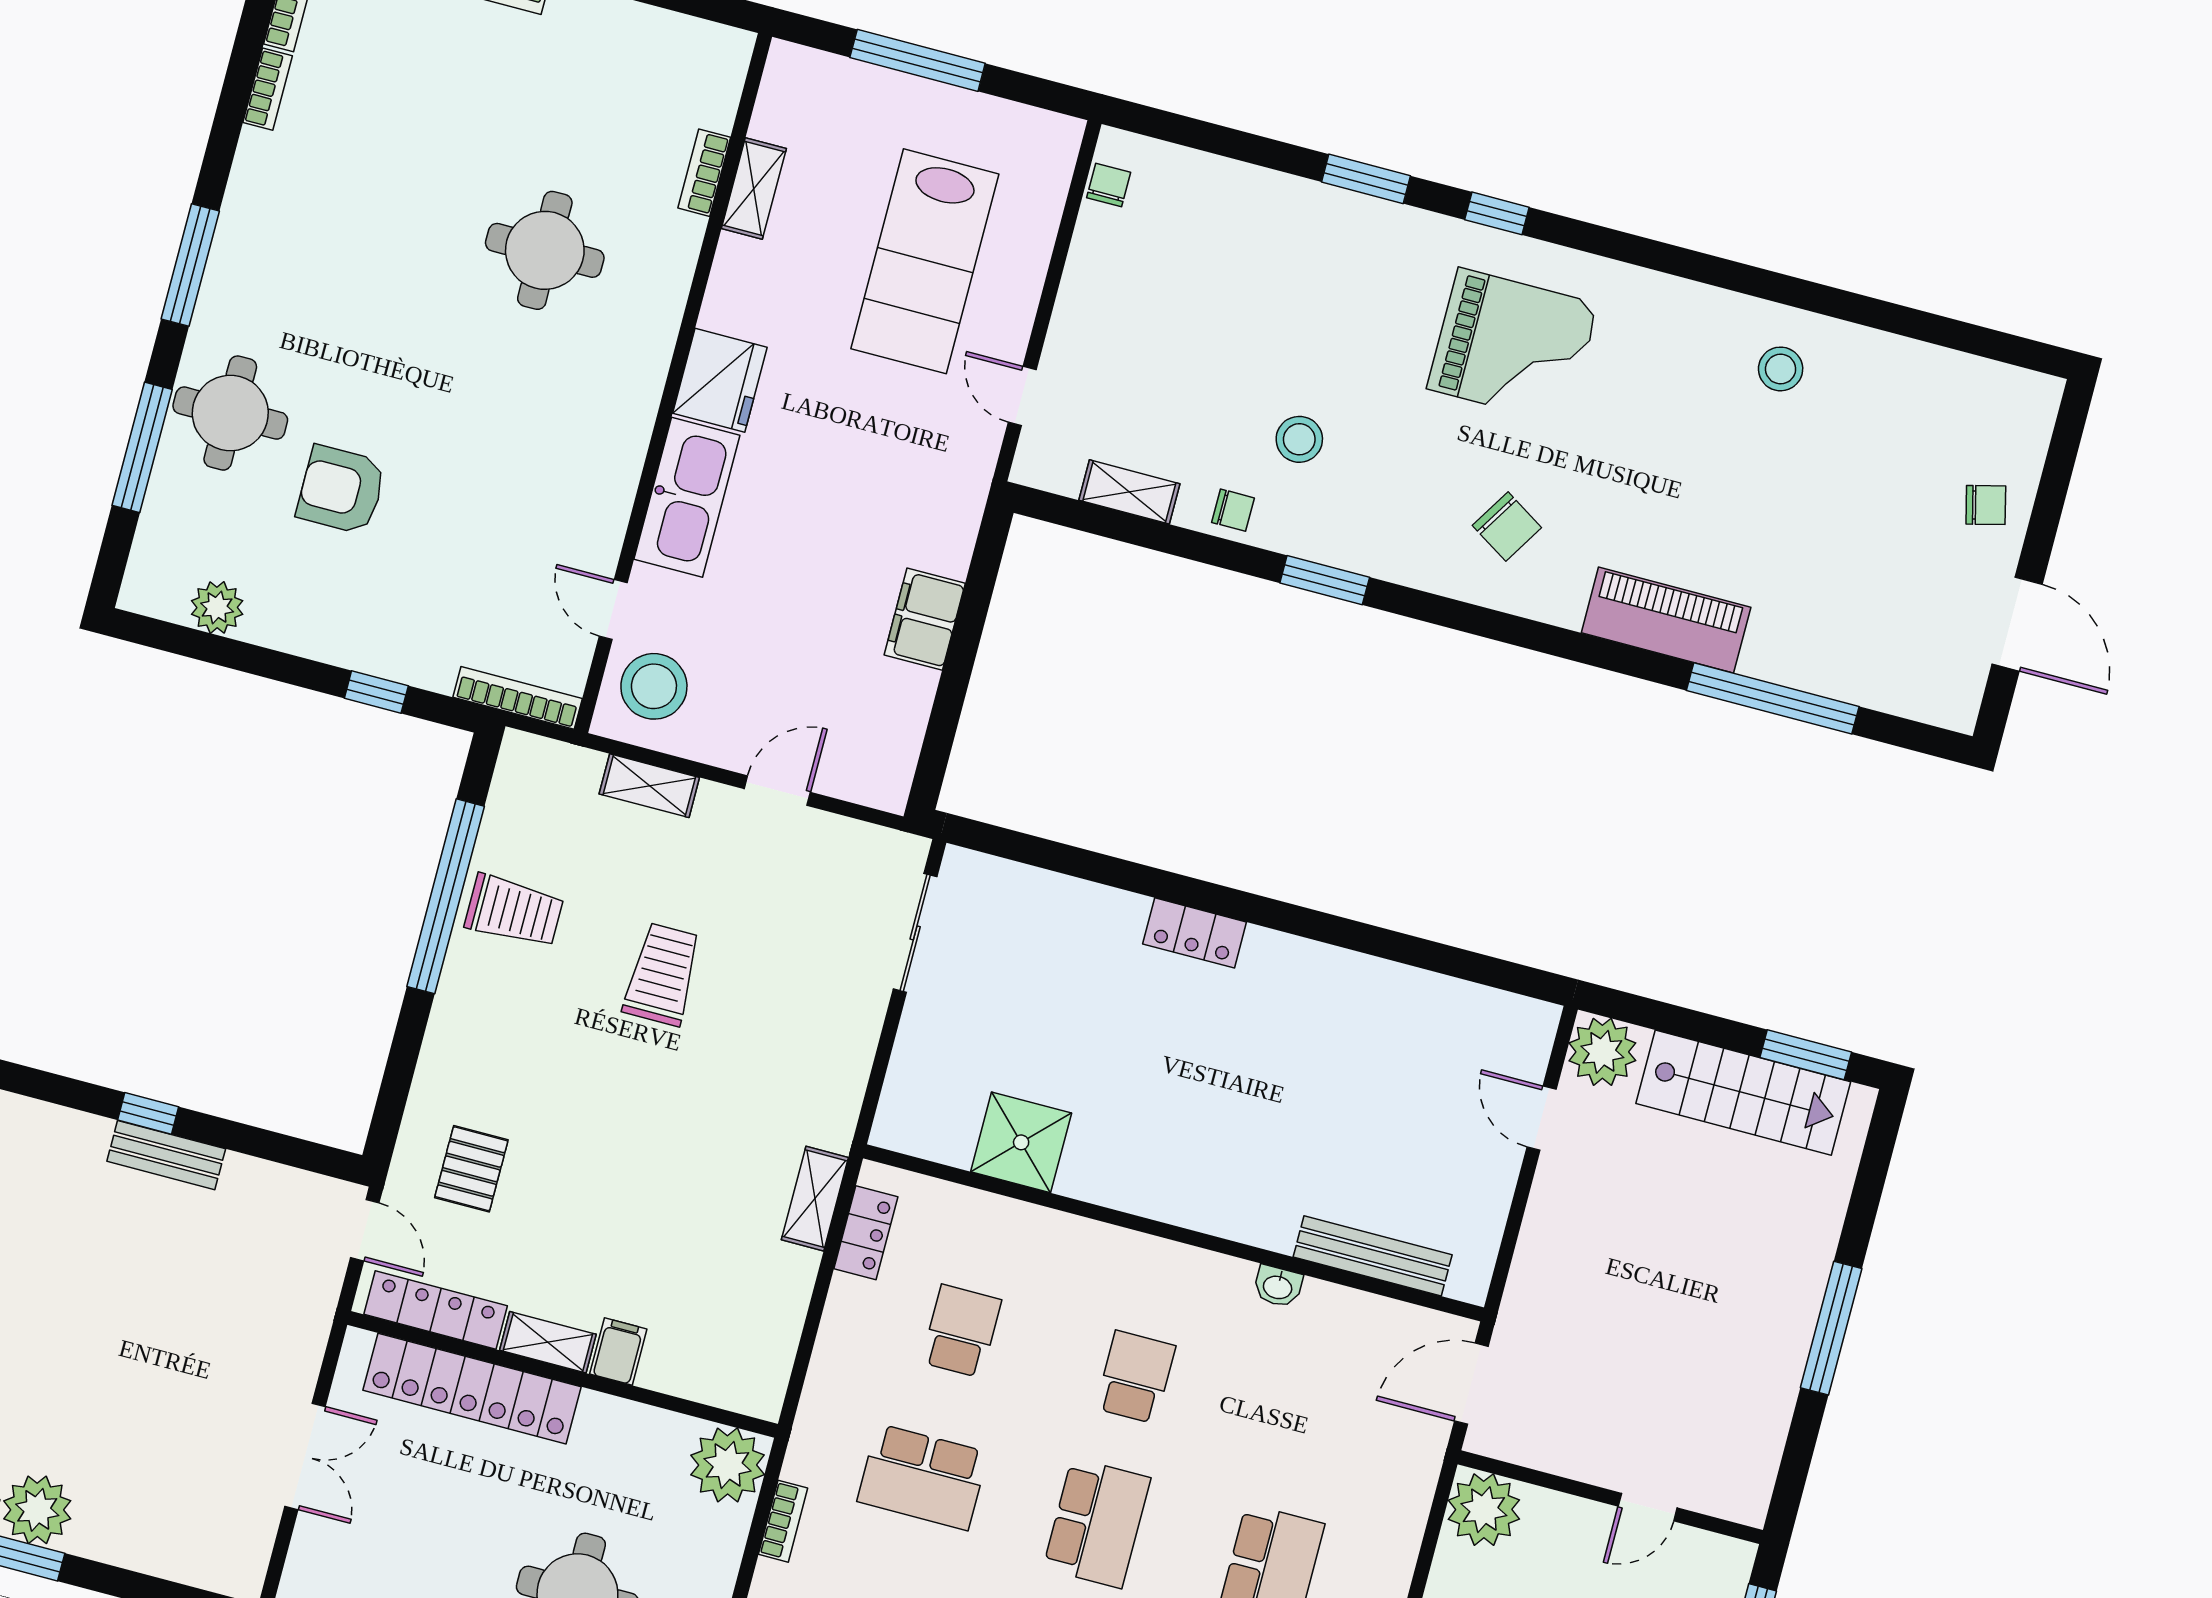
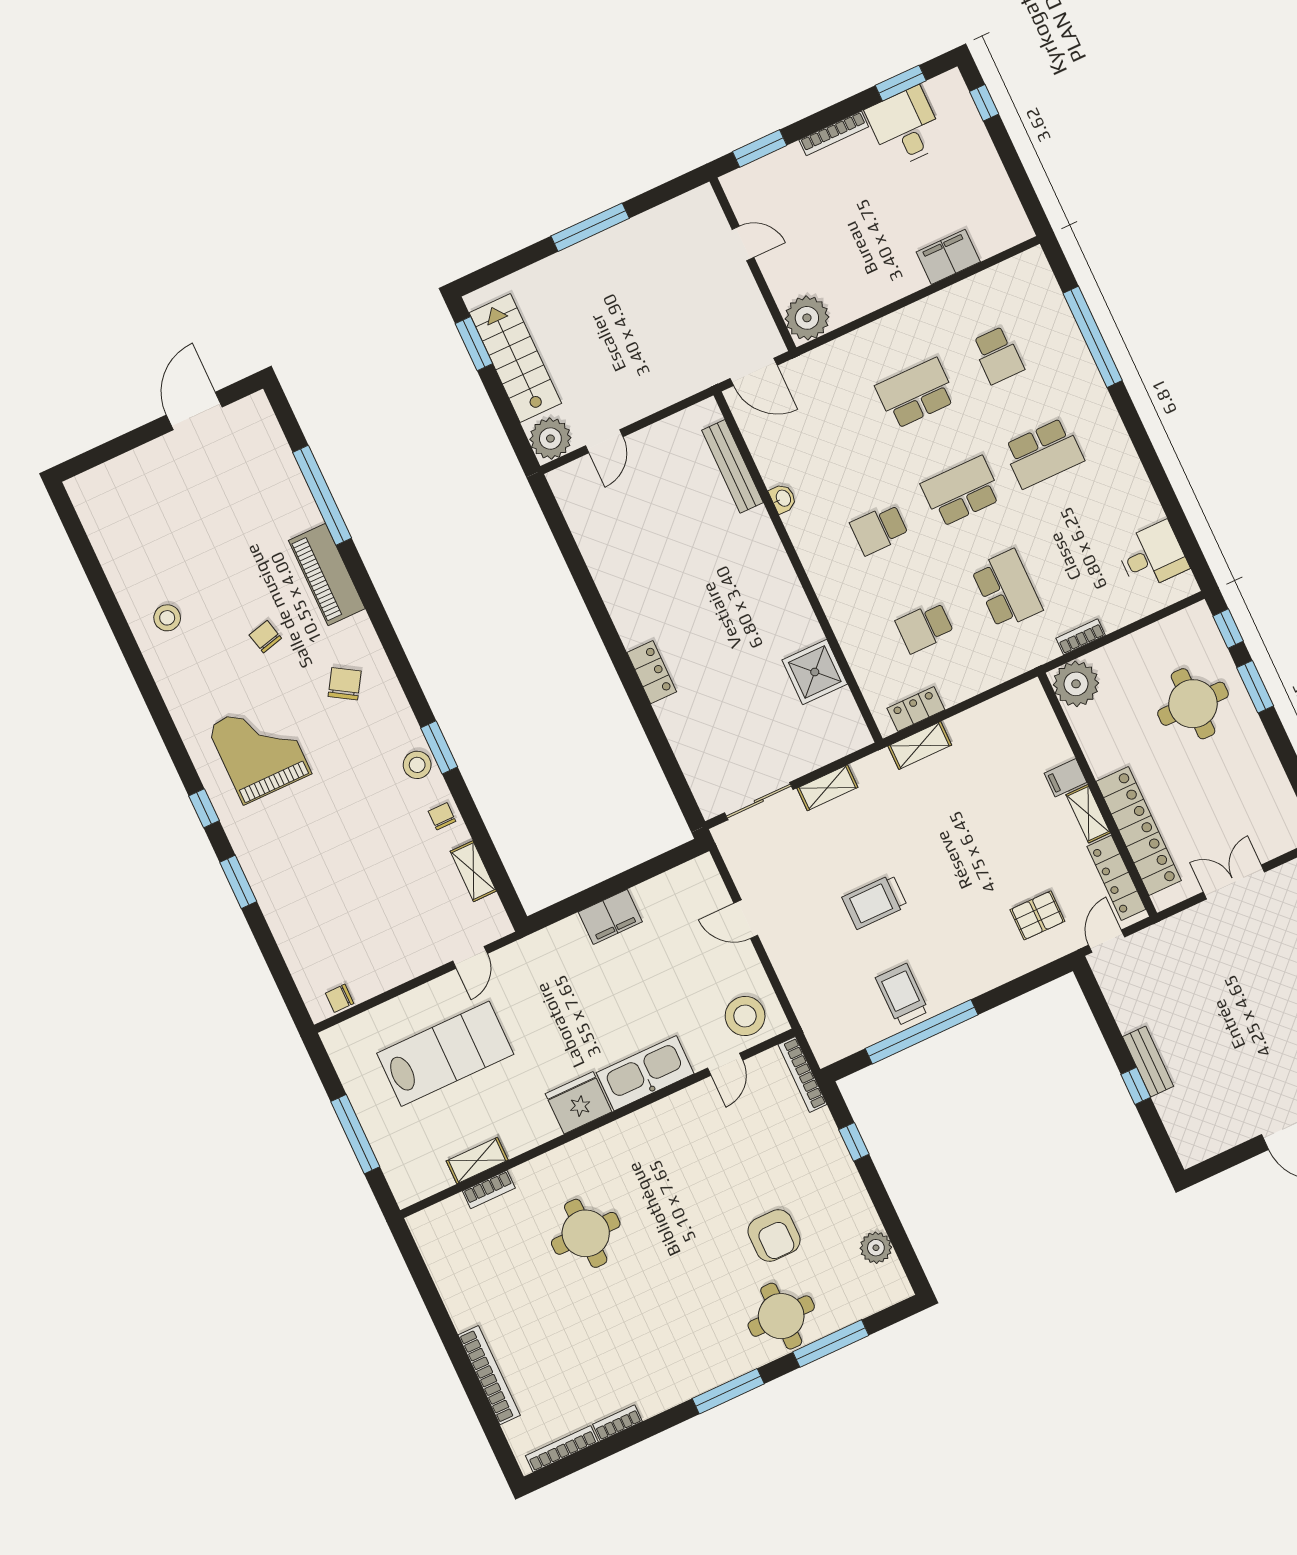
stool: (1299, 439) -> (417, 765), moved
chair: (1986, 505) -> (265, 637), moved
shelving: (649, 786) -> (827, 788), moved, turned 90

